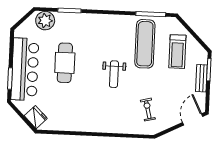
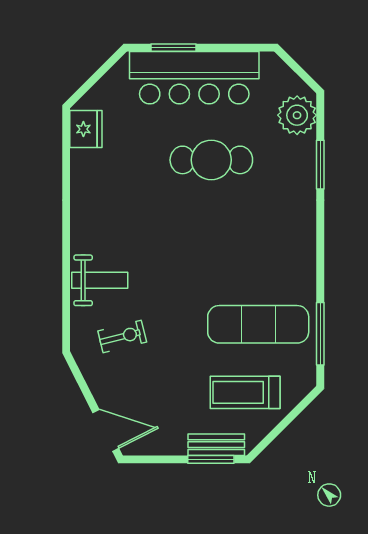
weight bench: (114, 74) -> (100, 280), moved, turned 180
bench: (201, 78) -> (216, 445), moved
fridge: (36, 117) -> (86, 129), moved, turned -45

